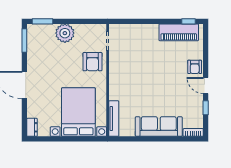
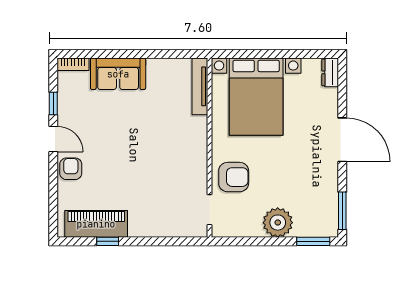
window: (188, 21) -> (108, 241), moved
armchair: (93, 62) -> (234, 177), turned 90
sofa: (159, 126) -> (118, 74), width x0.73

